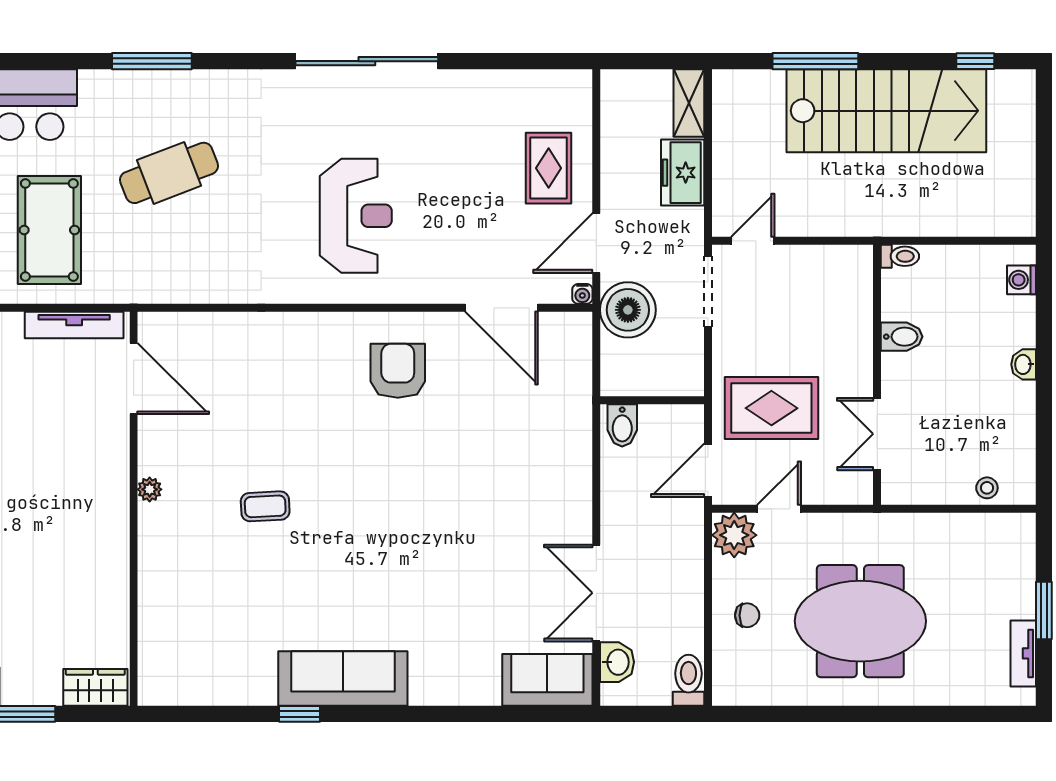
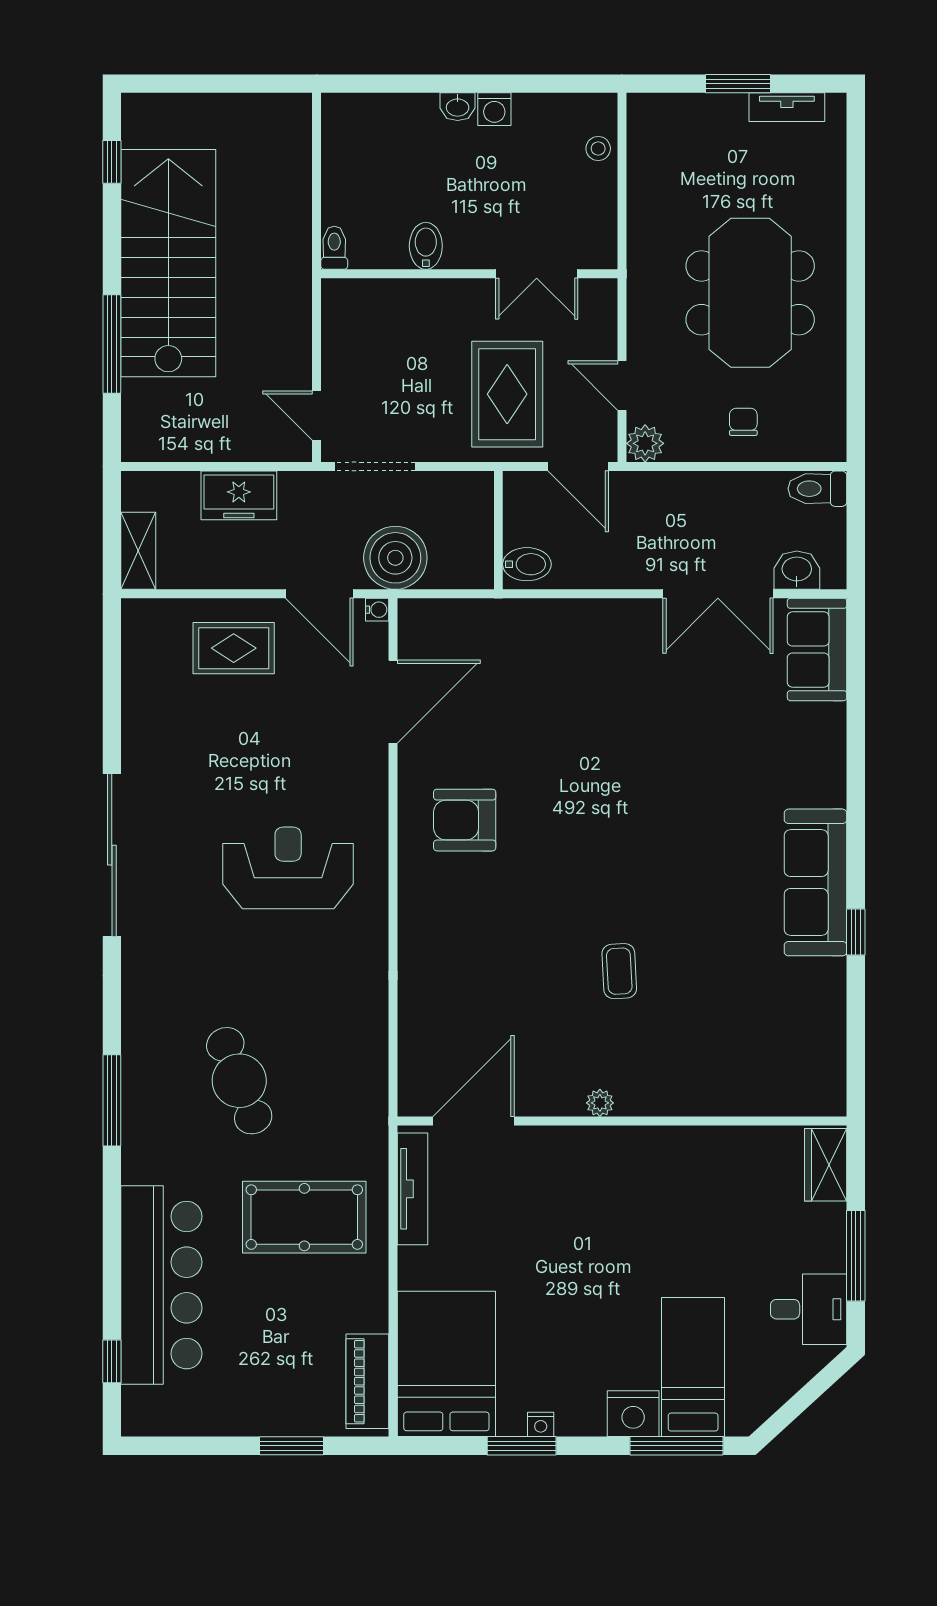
shelving: (689, 103) -> (138, 551), moved, turned 90
washing machine: (1021, 280) -> (494, 109), moved
plant: (734, 535) -> (645, 443), width x0.73, depth x0.73

